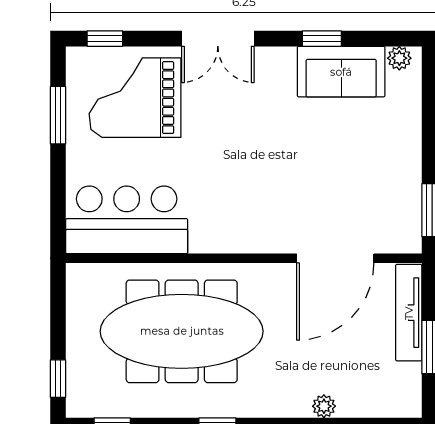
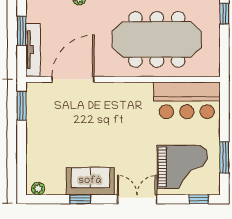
sofa: (341, 72) -> (90, 181), moved

